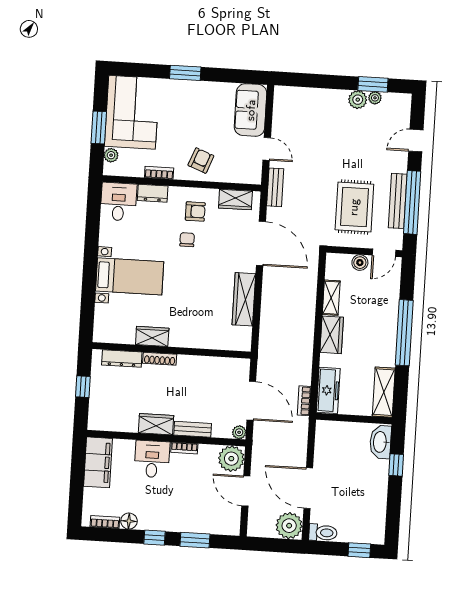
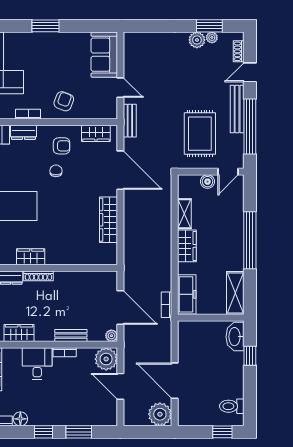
shoe rack: (405, 116) -> (239, 51), added
bench: (398, 201) -> (237, 109), moved
wardrobe: (156, 424) -> (19, 333), moved
toilet: (323, 533) -> (232, 406), moved, turned 180

